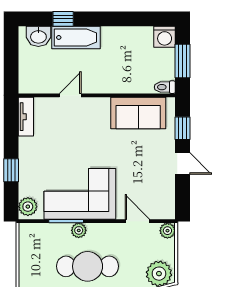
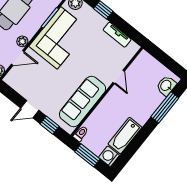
window: (63, 19) -> (165, 107), width x2.17
bathtub: (76, 37) -> (125, 136), moved
sofa: (138, 113) -> (83, 101), width x1.36
tv unit: (26, 117) -> (117, 35), moved
plant: (79, 230) -> (22, 41), moved

